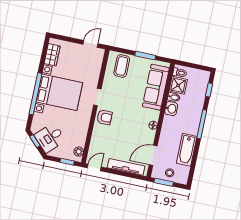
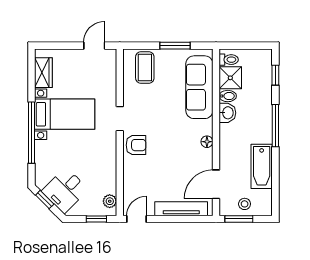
bed with nightstands: (59, 92) -> (65, 114), width x0.73

